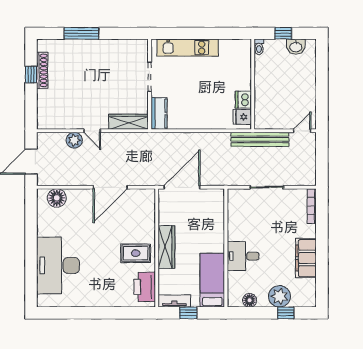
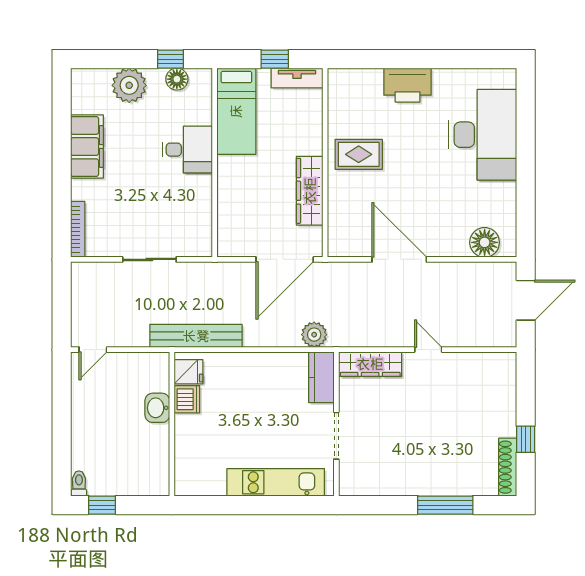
window: (283, 33) -> (102, 505), moved
toilet: (259, 47) -> (79, 483), moved
washbasin: (296, 47) -> (157, 408), moved, turned -90
shoe rack: (42, 70) -> (508, 467), moved
bench: (260, 139) -> (196, 336), moved
plant: (74, 140) -> (314, 335), moved
door: (110, 187) -> (399, 259), hinge flipped
wardrobe: (166, 247) -> (310, 191), moved
printer: (145, 287) -> (408, 85), moved, turned 90
window: (286, 313) -> (171, 59), moved

